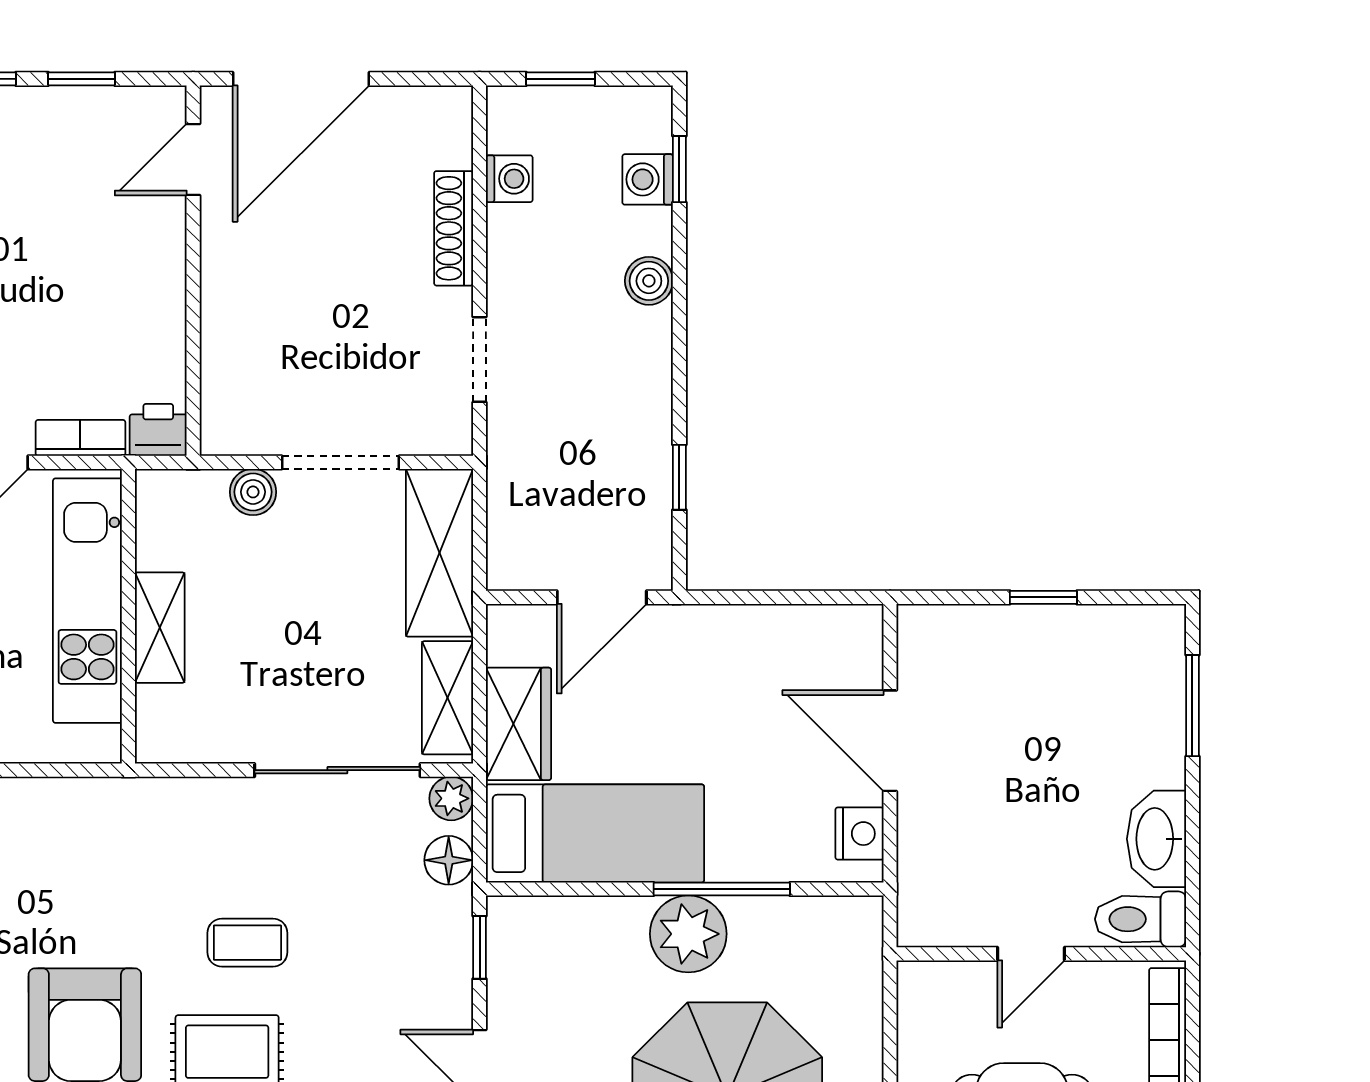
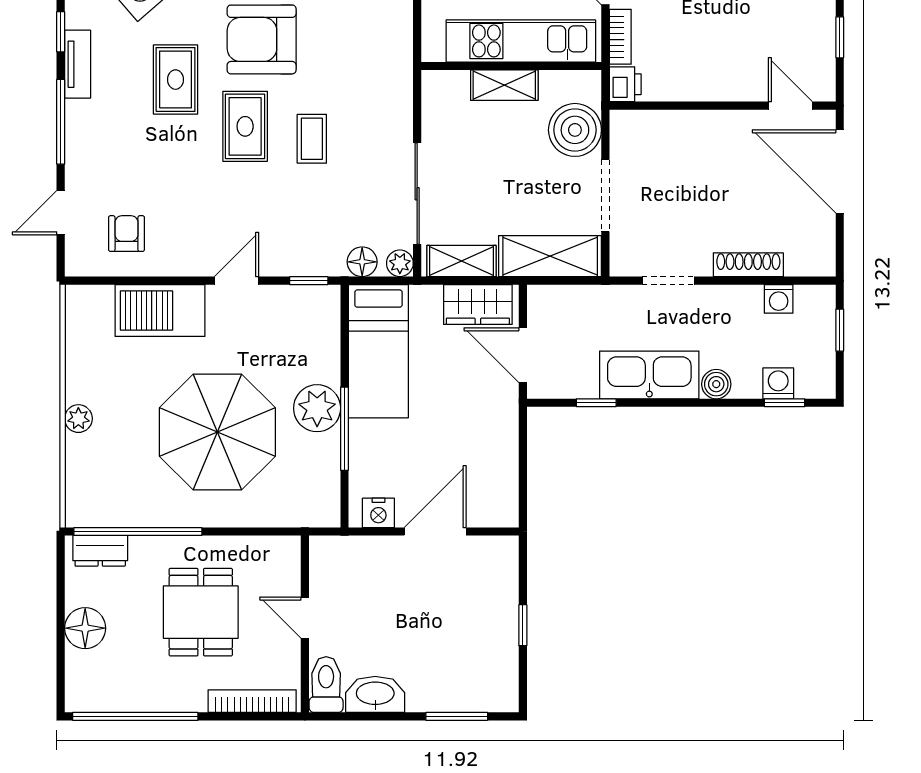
kitchen sink: (634, 390) -> (649, 375), added
boiler: (253, 492) -> (575, 130), width x1.86, depth x1.86
wardrobe: (519, 724) -> (478, 304), moved

